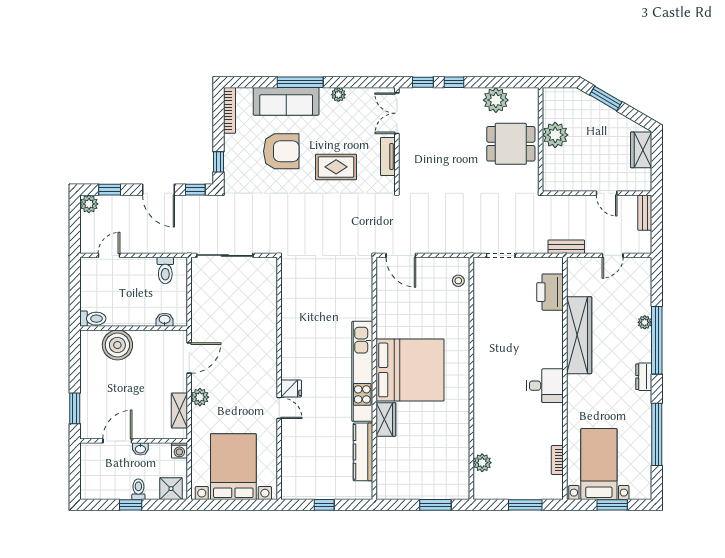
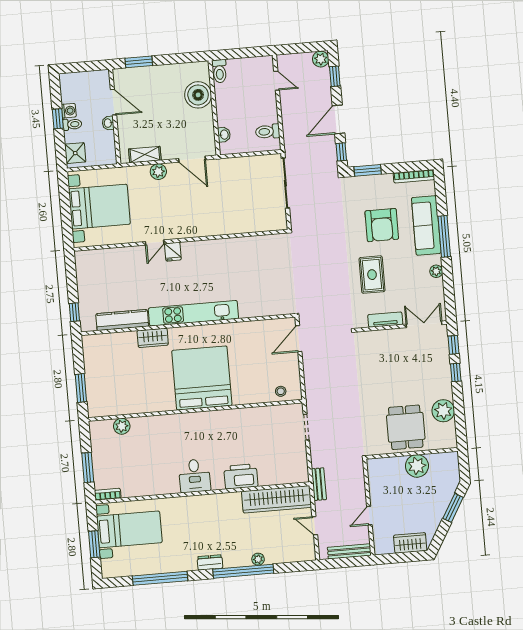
window: (218, 162) -> (368, 170), width x1.50
bench: (645, 213) -> (349, 551), width x1.36
printer: (550, 292) -> (241, 476), moved
wardrobe: (579, 335) -> (277, 499), moved
bed: (410, 370) -> (202, 378), moved, turned 180
washing machine: (179, 450) -> (69, 111), moved, turned 180
bookcase: (557, 460) -> (108, 494), moved
window: (324, 505) -> (74, 312), moved

